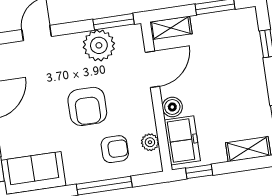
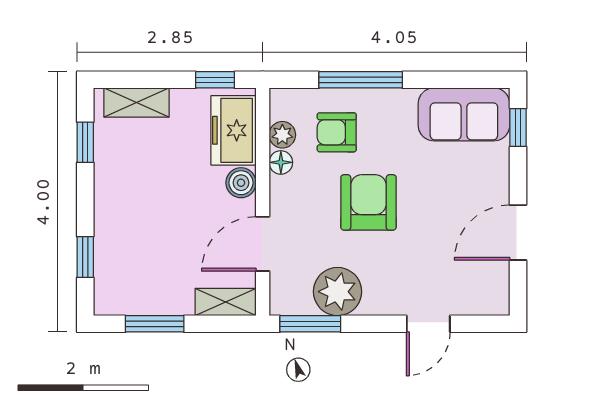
floor lamp: (148, 124) -> (281, 162), added

